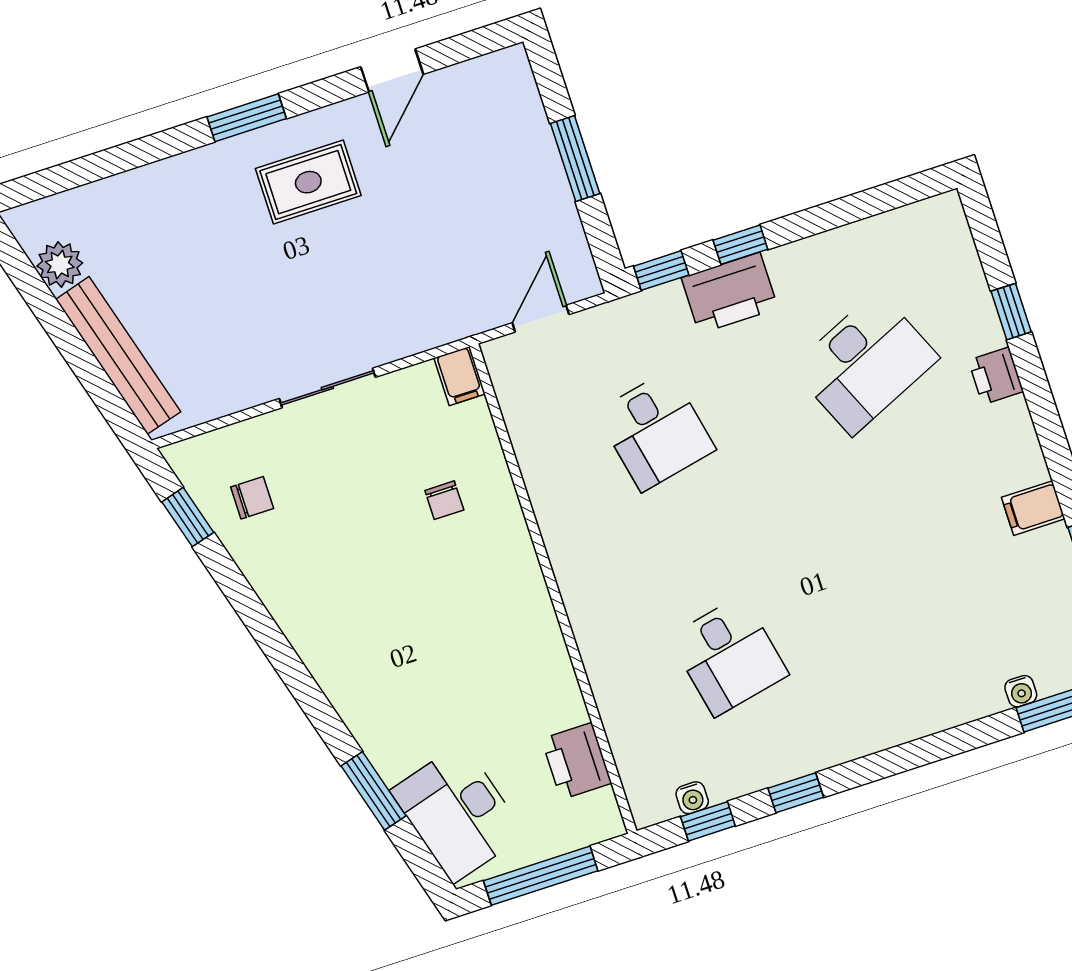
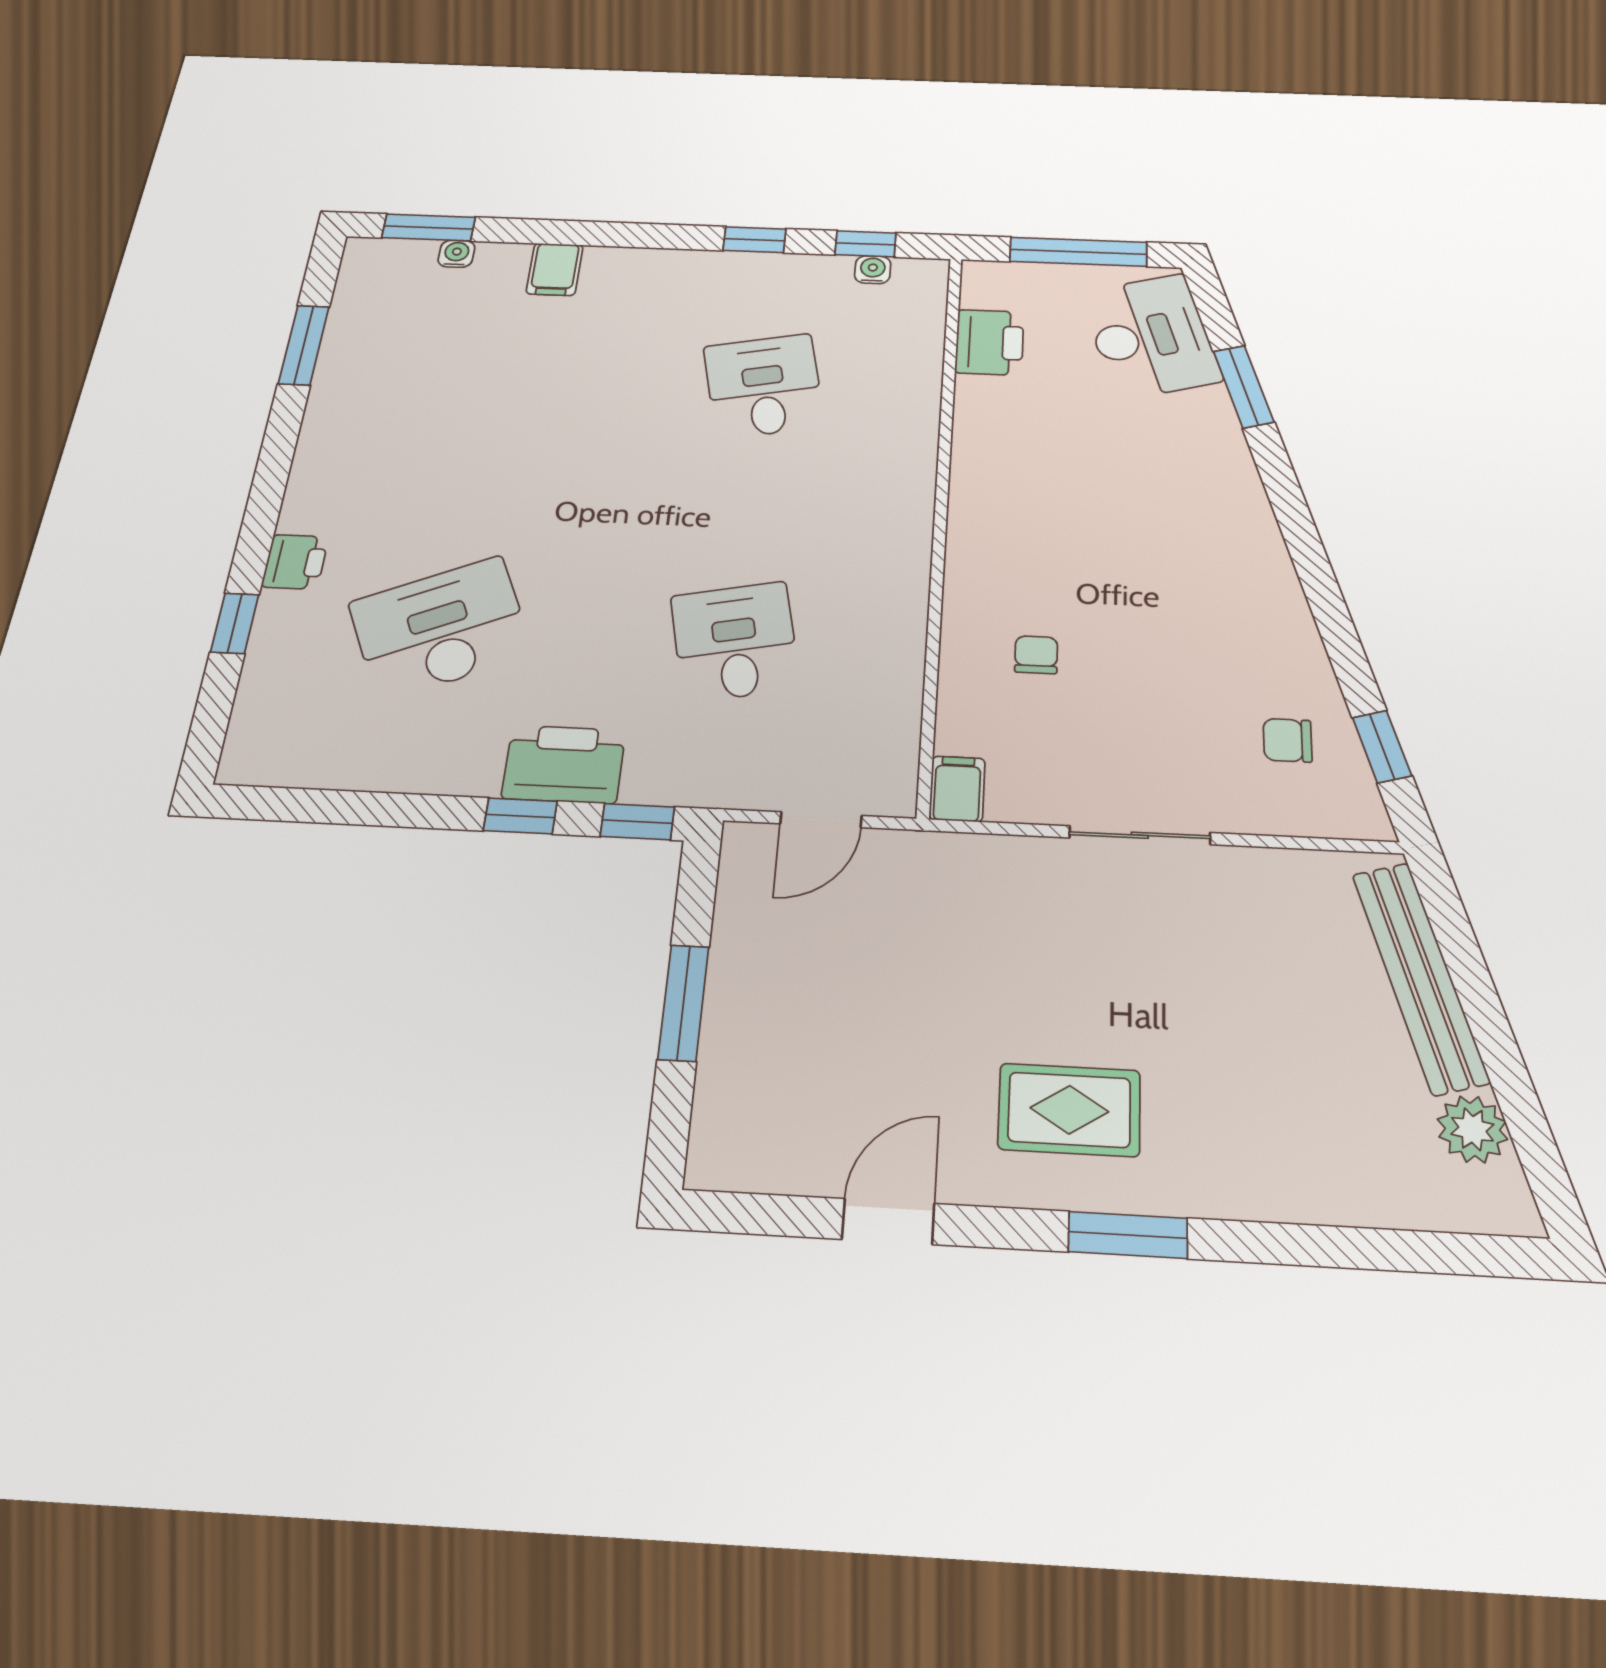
filing cabinet: (1033, 508) -> (555, 269), moved, turned 90

